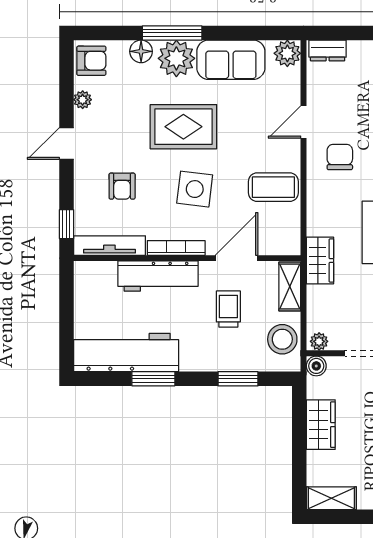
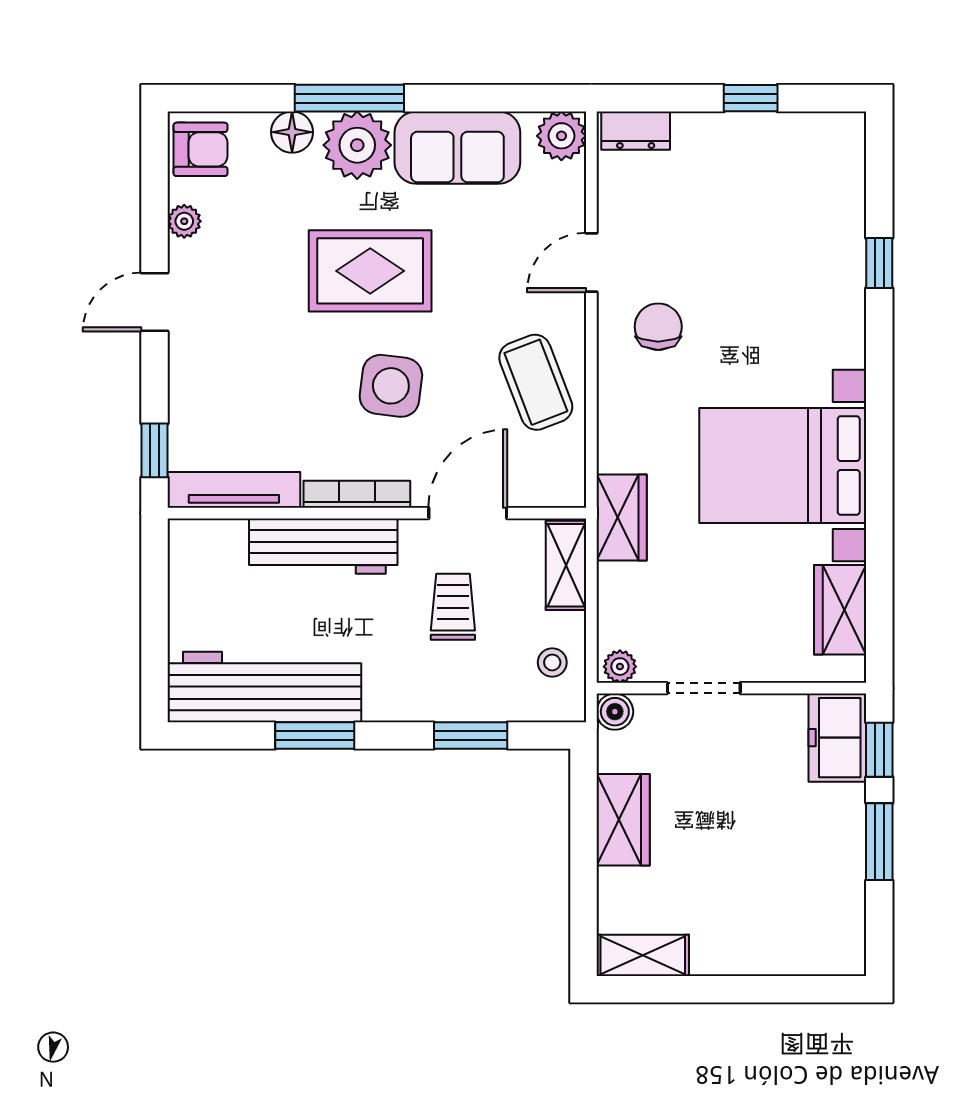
armchair: (122, 186) -> (257, 380), removed
coffee table: (273, 187) -> (536, 382), turned 69
stool: (282, 339) -> (552, 662), width x0.53, depth x0.53

